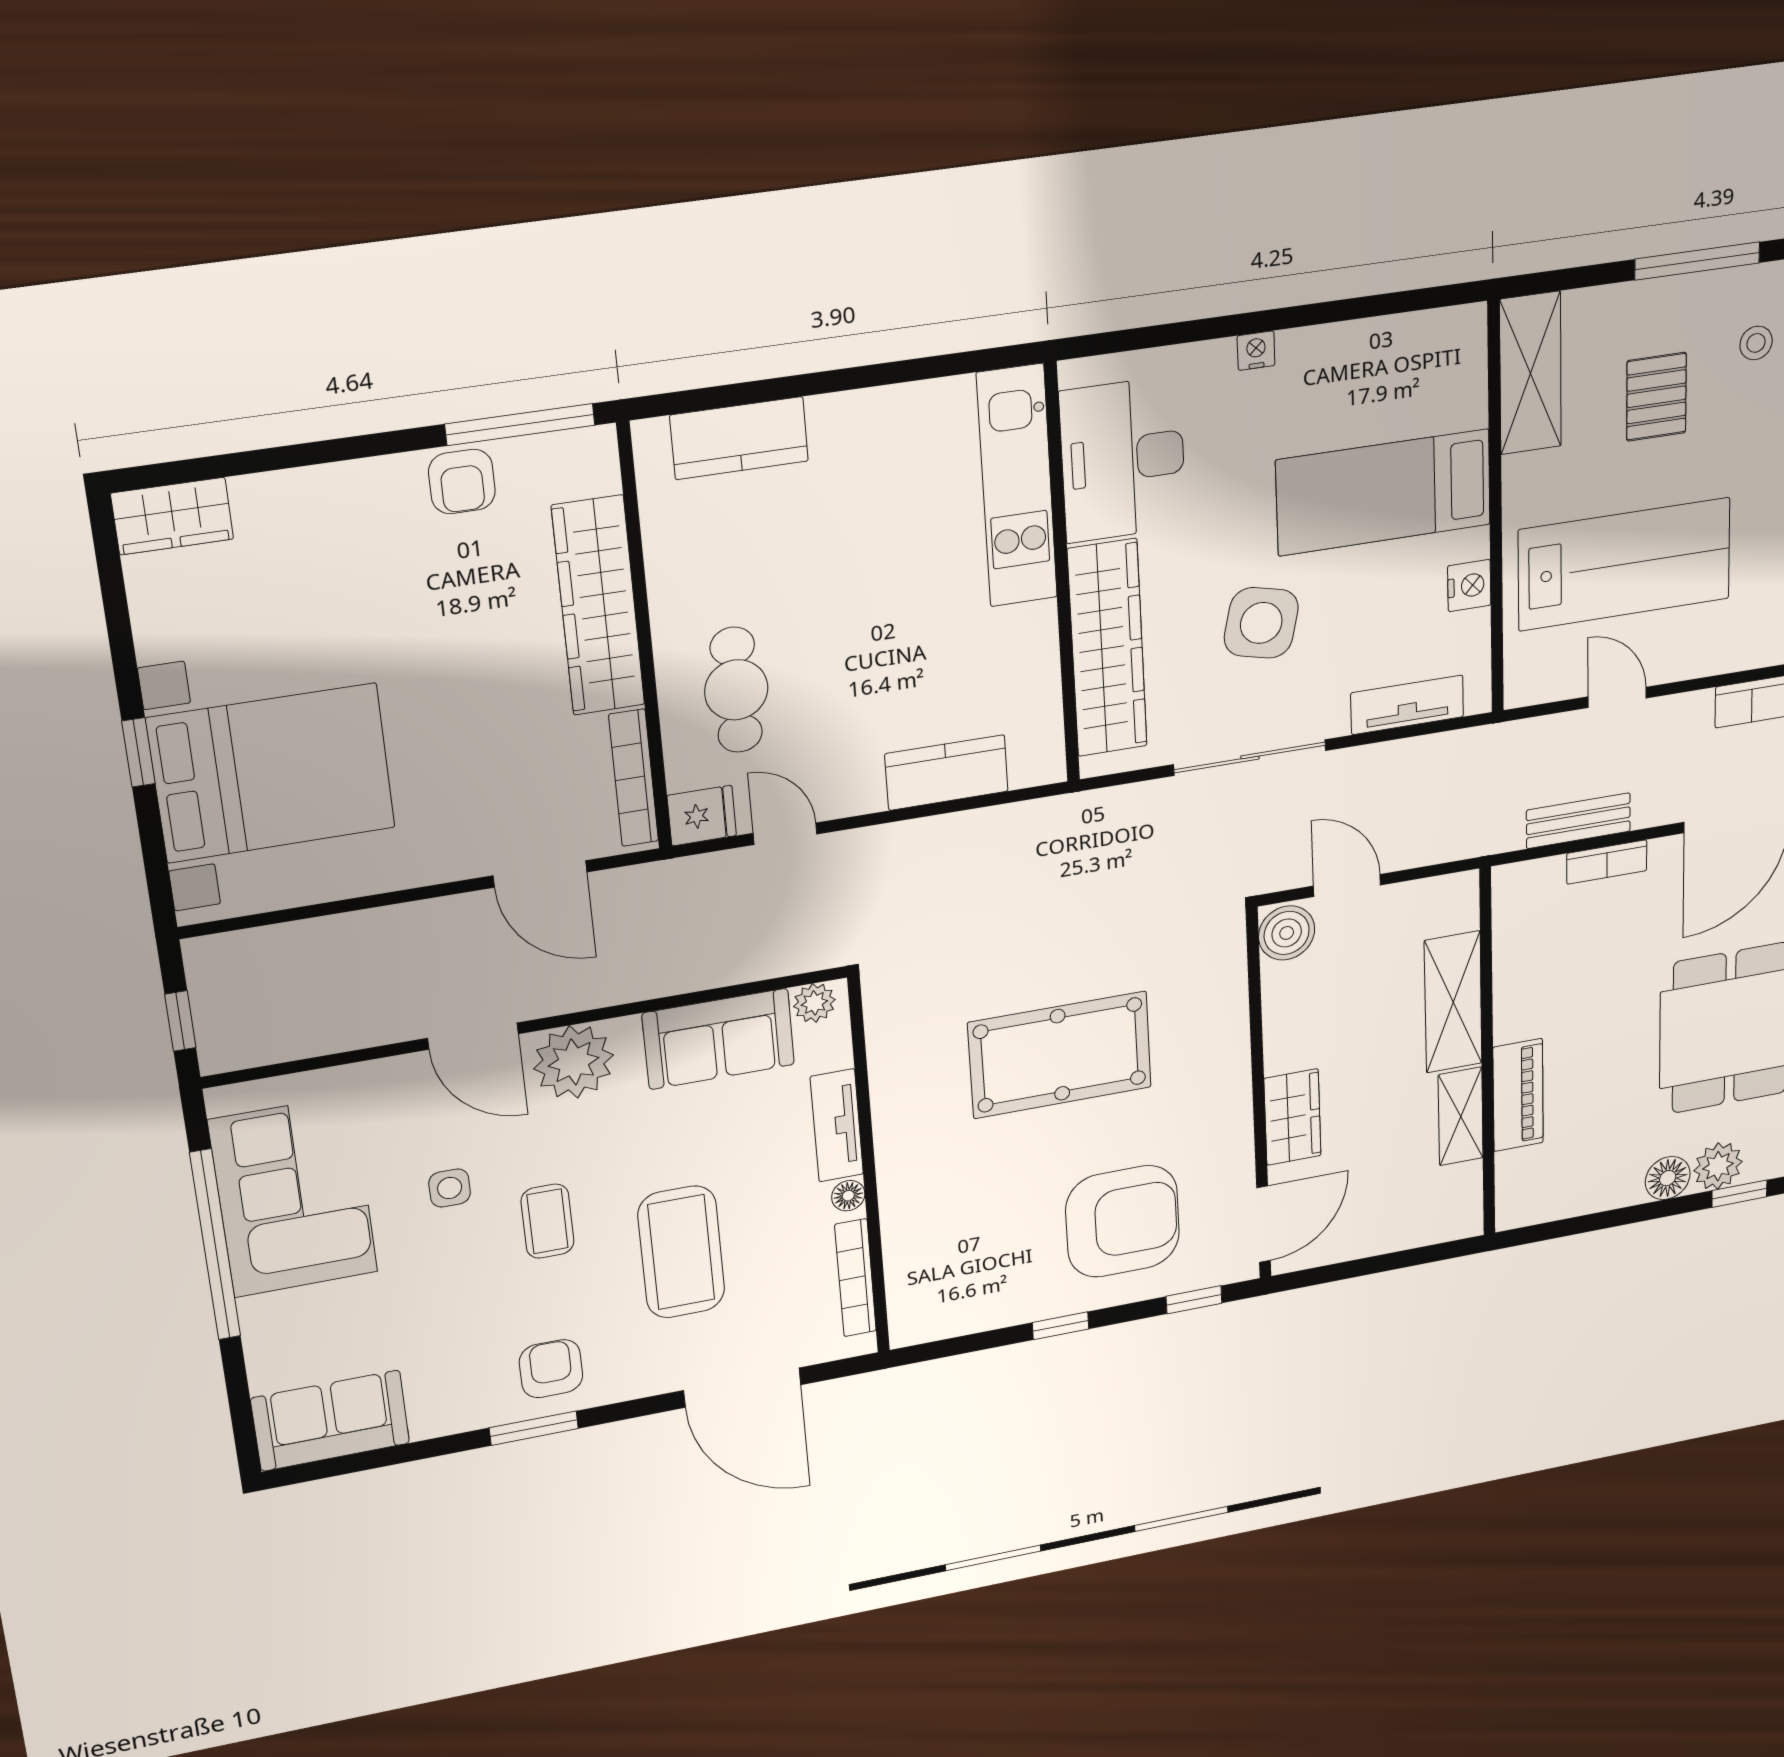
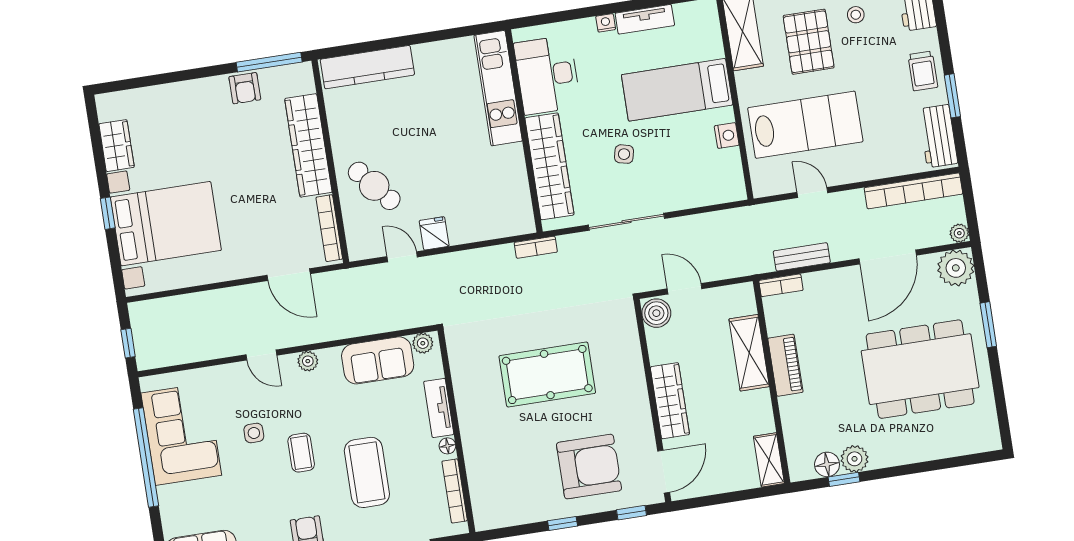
pallet: (1656, 397) -> (809, 42), width x1.50, depth x1.42
kitchen counter: (739, 438) -> (367, 67), width x1.50
wardrobe: (172, 516) -> (117, 146), moved, turned -90
side table: (1261, 623) -> (624, 154), width x0.54, depth x0.54
cafe table: (736, 690) -> (374, 186), turned -40
tv unit: (1407, 705) -> (645, 19), moved, turned 180
kitchen counter: (947, 773) -> (477, 227), removed
bookcase: (1062, 810) -> (536, 247), added
fridge: (702, 816) -> (434, 233), moved, turned -90
bookcase: (1607, 862) -> (781, 285), moved
door: (473, 1036) -> (261, 355), width x0.73
plant: (573, 1062) -> (308, 361), width x0.53, depth x0.53
piano: (1518, 1095) -> (785, 365), moved
shelving: (1461, 1116) -> (769, 460), moved
wardrobe: (1292, 1117) -> (670, 401), width x1.50
plant: (1718, 1166) -> (854, 459), moved
floor lamp: (1668, 1178) -> (827, 464), moved
window: (1739, 1194) -> (844, 479), moved

